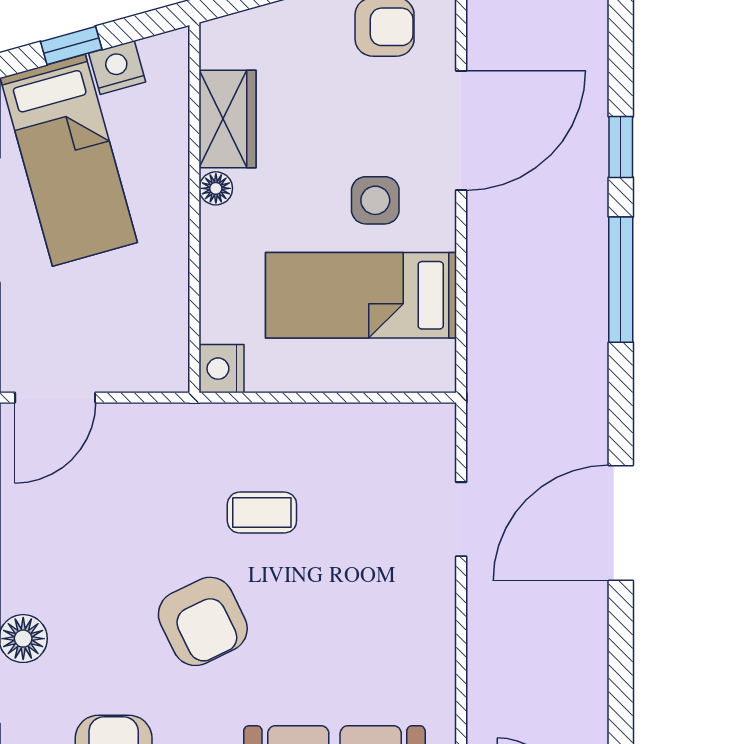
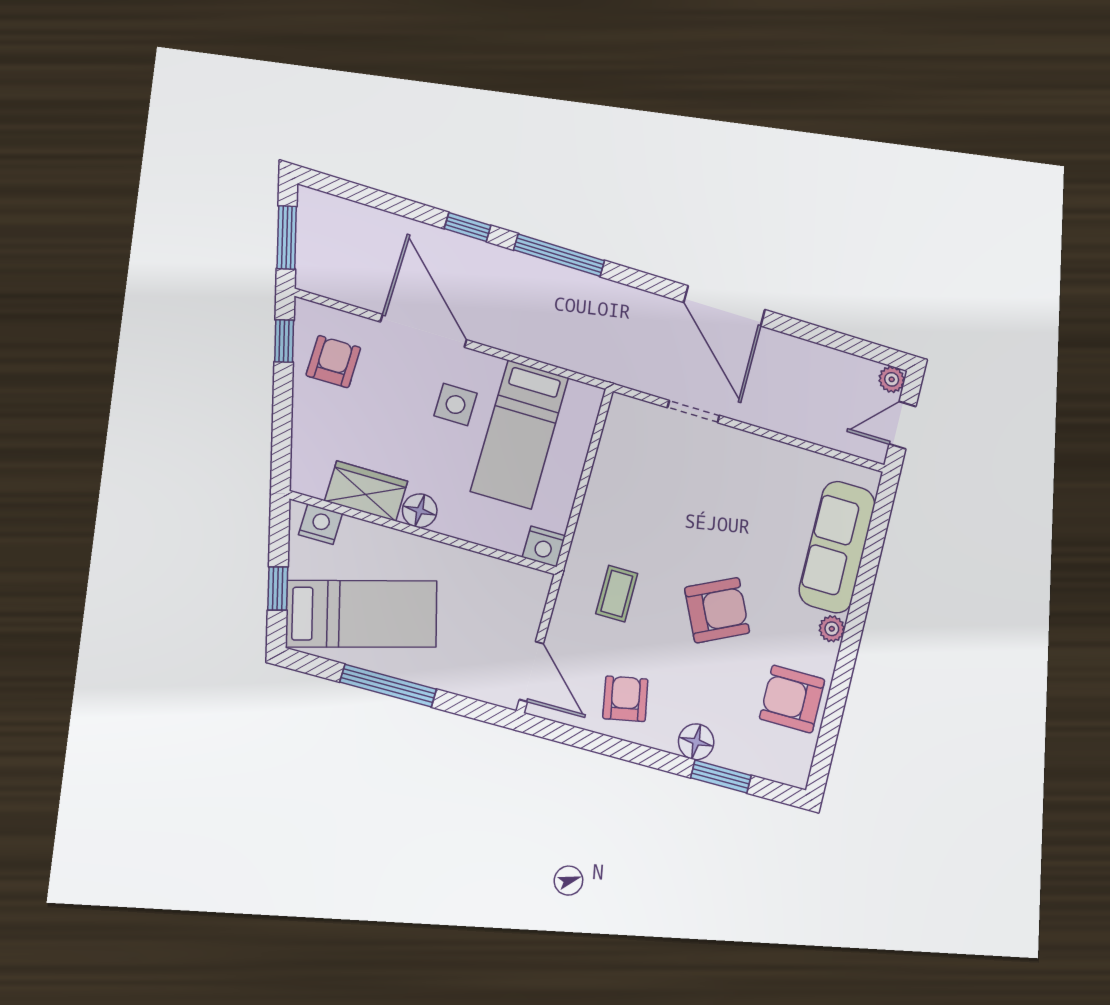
nightstand: (117, 68) -> (320, 524), moved, turned 106
floor lamp: (216, 188) -> (420, 511), width x1.37, depth x1.37
coffee table: (262, 513) -> (617, 594), moved
armchair: (53, 530) -> (625, 699), added

